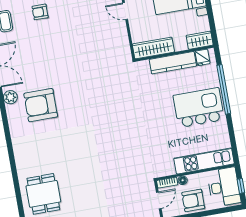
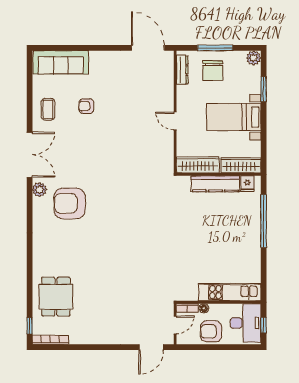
wardrobe: (200, 40) -> (241, 165), width x1.50
kitchen island: (199, 108) -> (234, 235), removed

